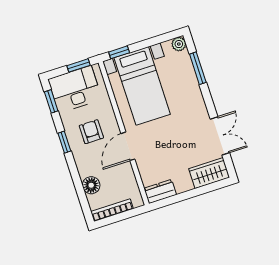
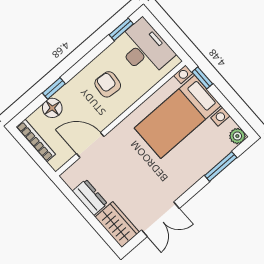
window: (79, 65) -> (171, 42), removed
armchair: (91, 132) -> (108, 84), turned -85
window: (64, 142) -> (54, 88), moved
door: (128, 146) -> (90, 145), moved
dresser: (160, 191) -> (90, 197), moved

